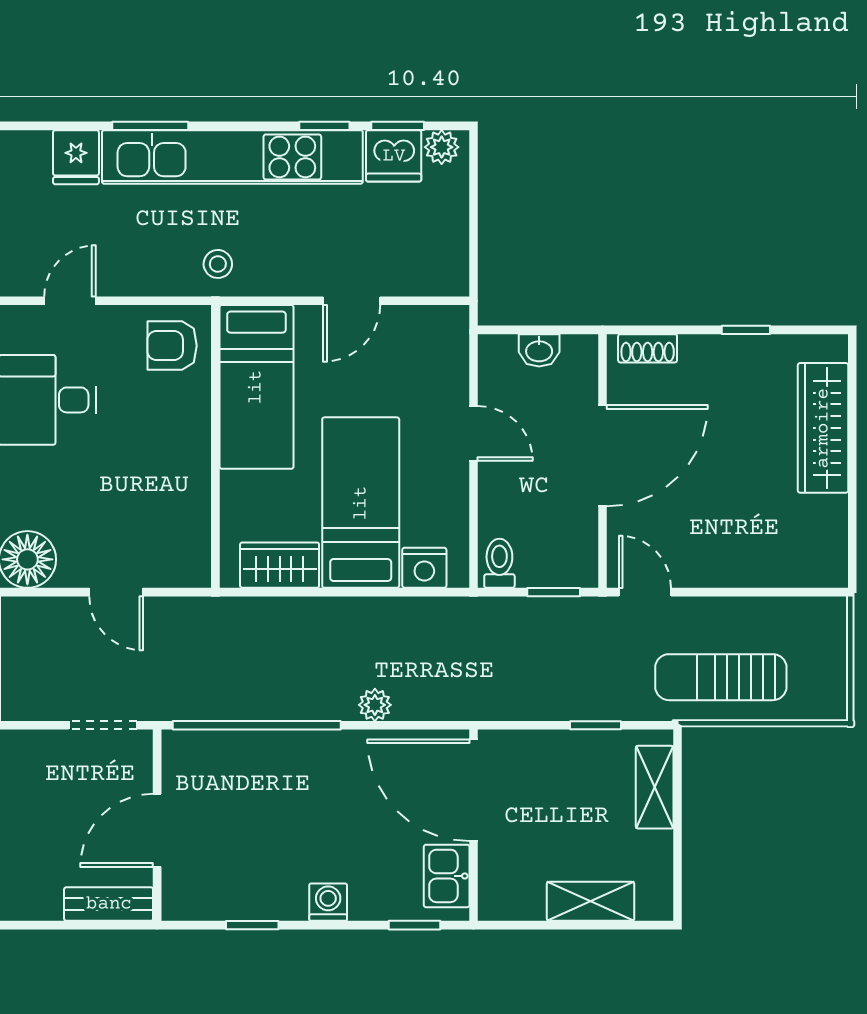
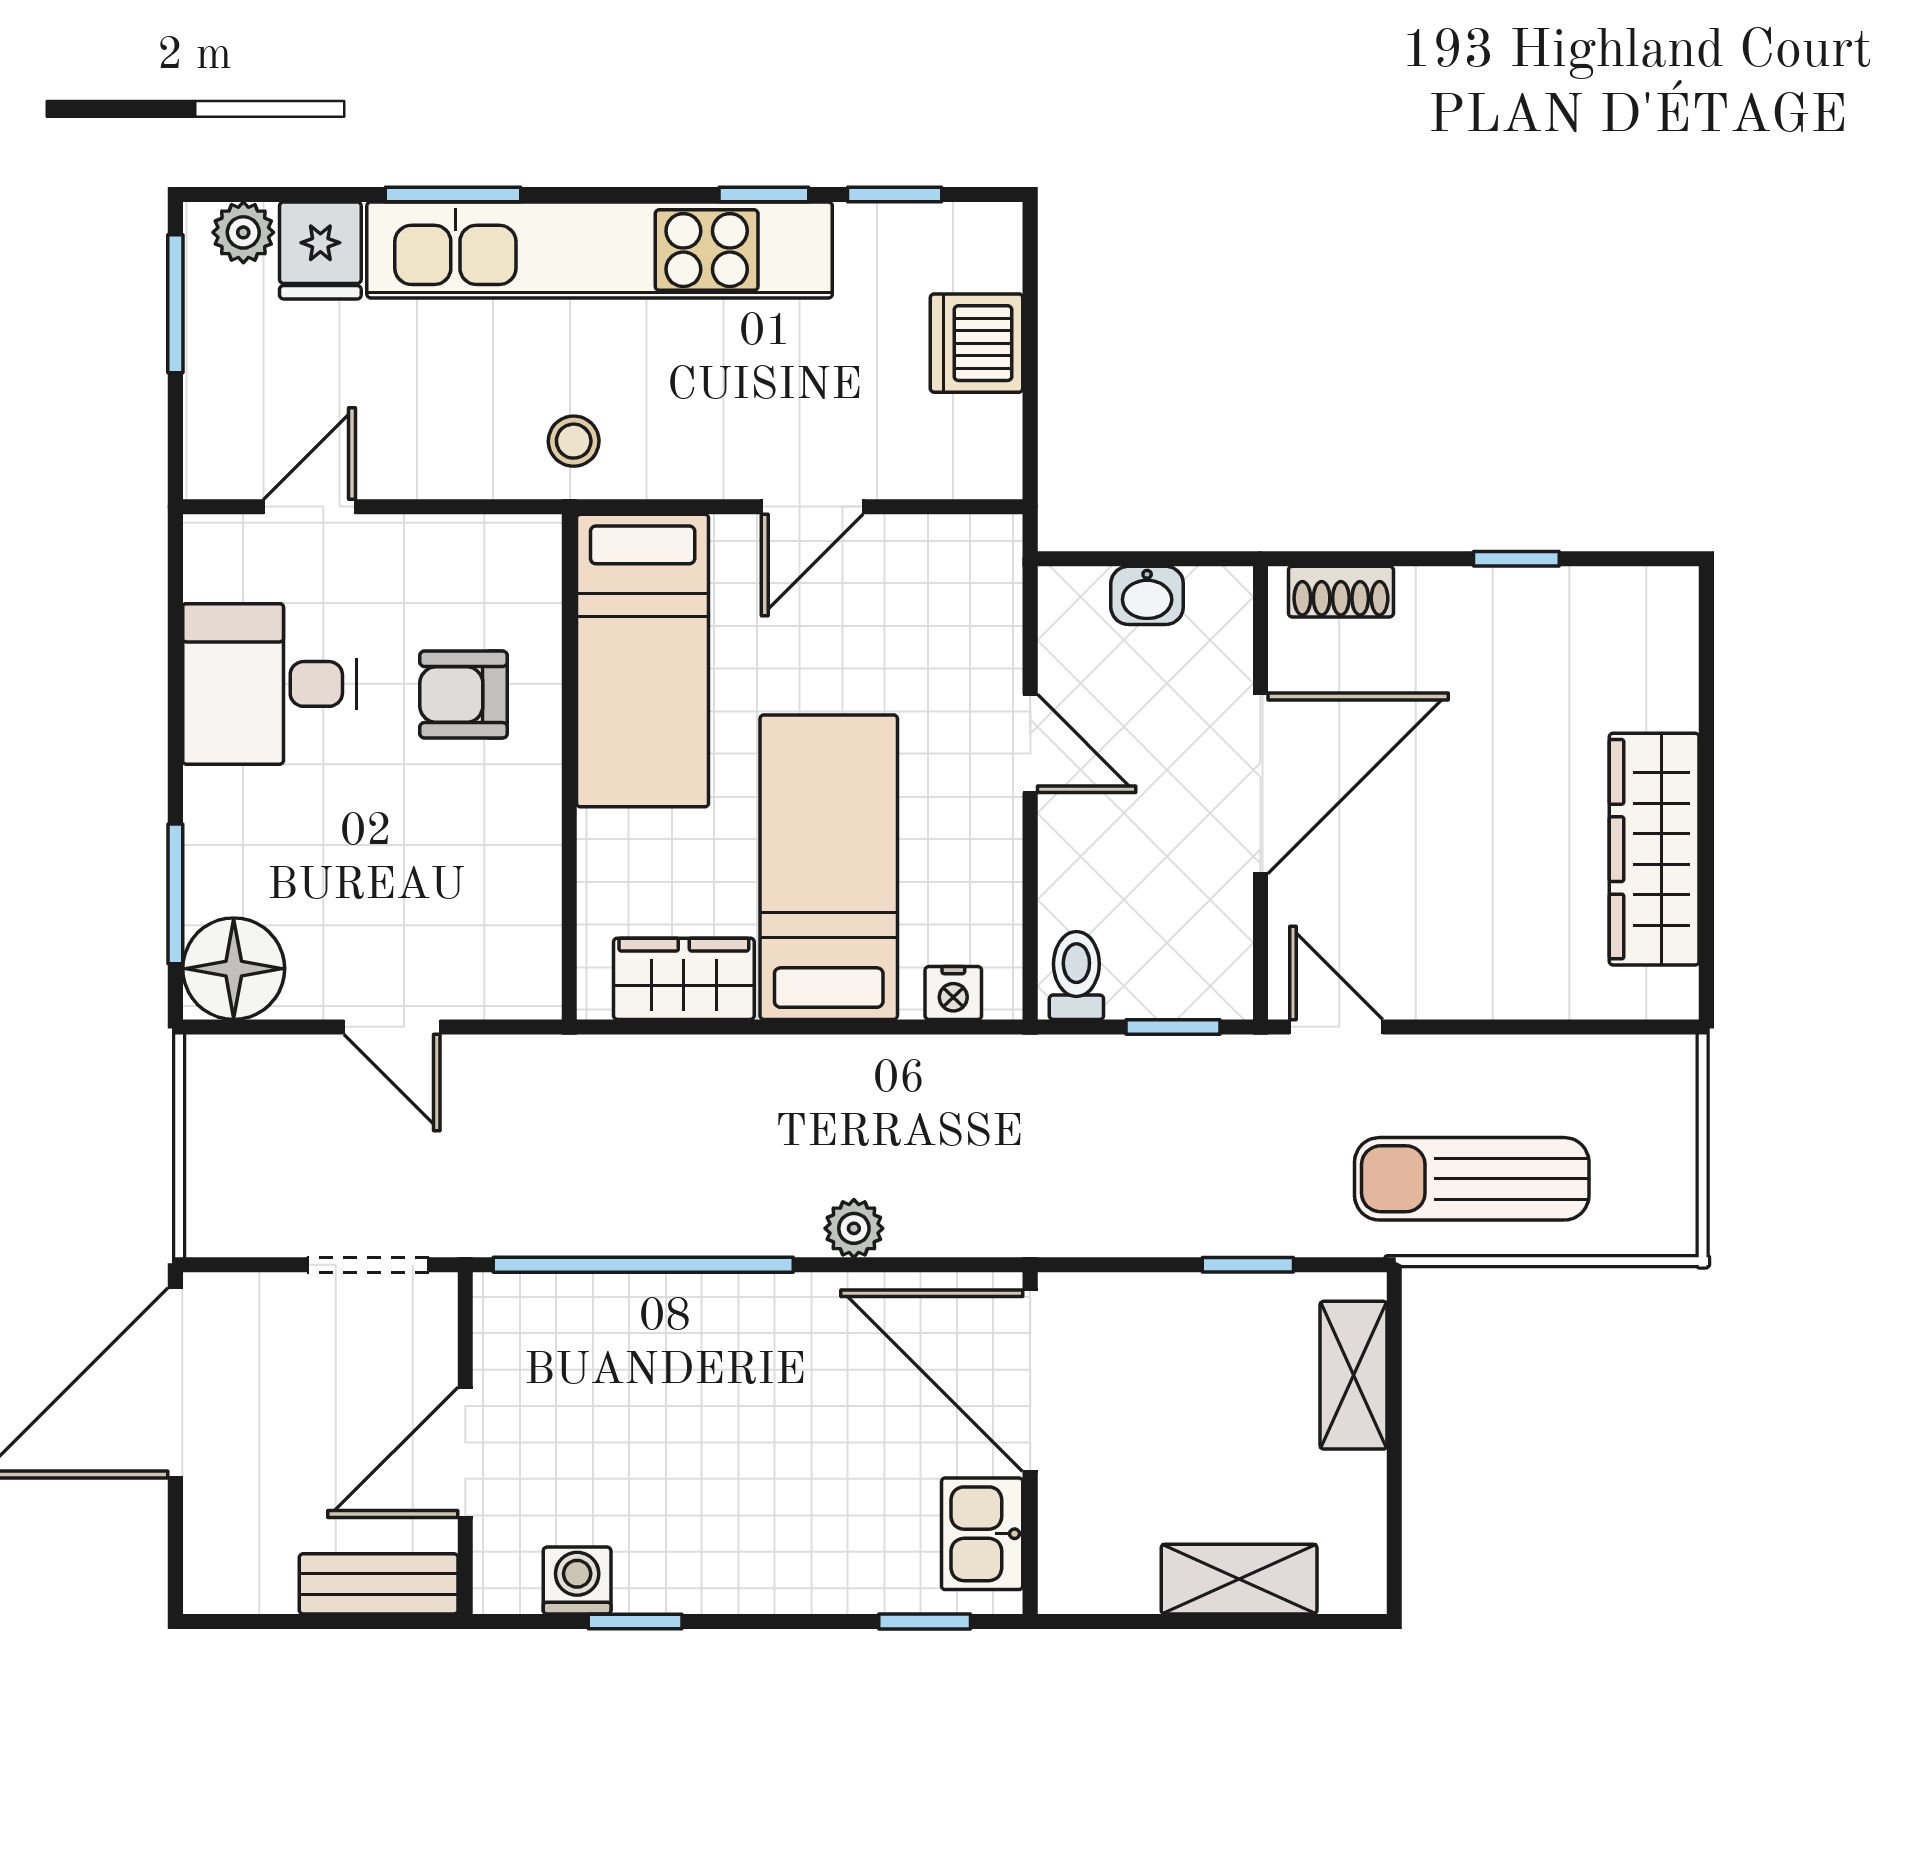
plant: (442, 147) -> (243, 232), moved
dishwasher: (394, 156) -> (977, 343), moved, turned 90
armchair: (172, 346) -> (464, 695), moved
wardrobe: (823, 428) -> (1654, 849), moved
nightstand: (424, 568) -> (953, 993), width x0.72, depth x0.74
washing machine: (328, 902) -> (577, 1580), moved

